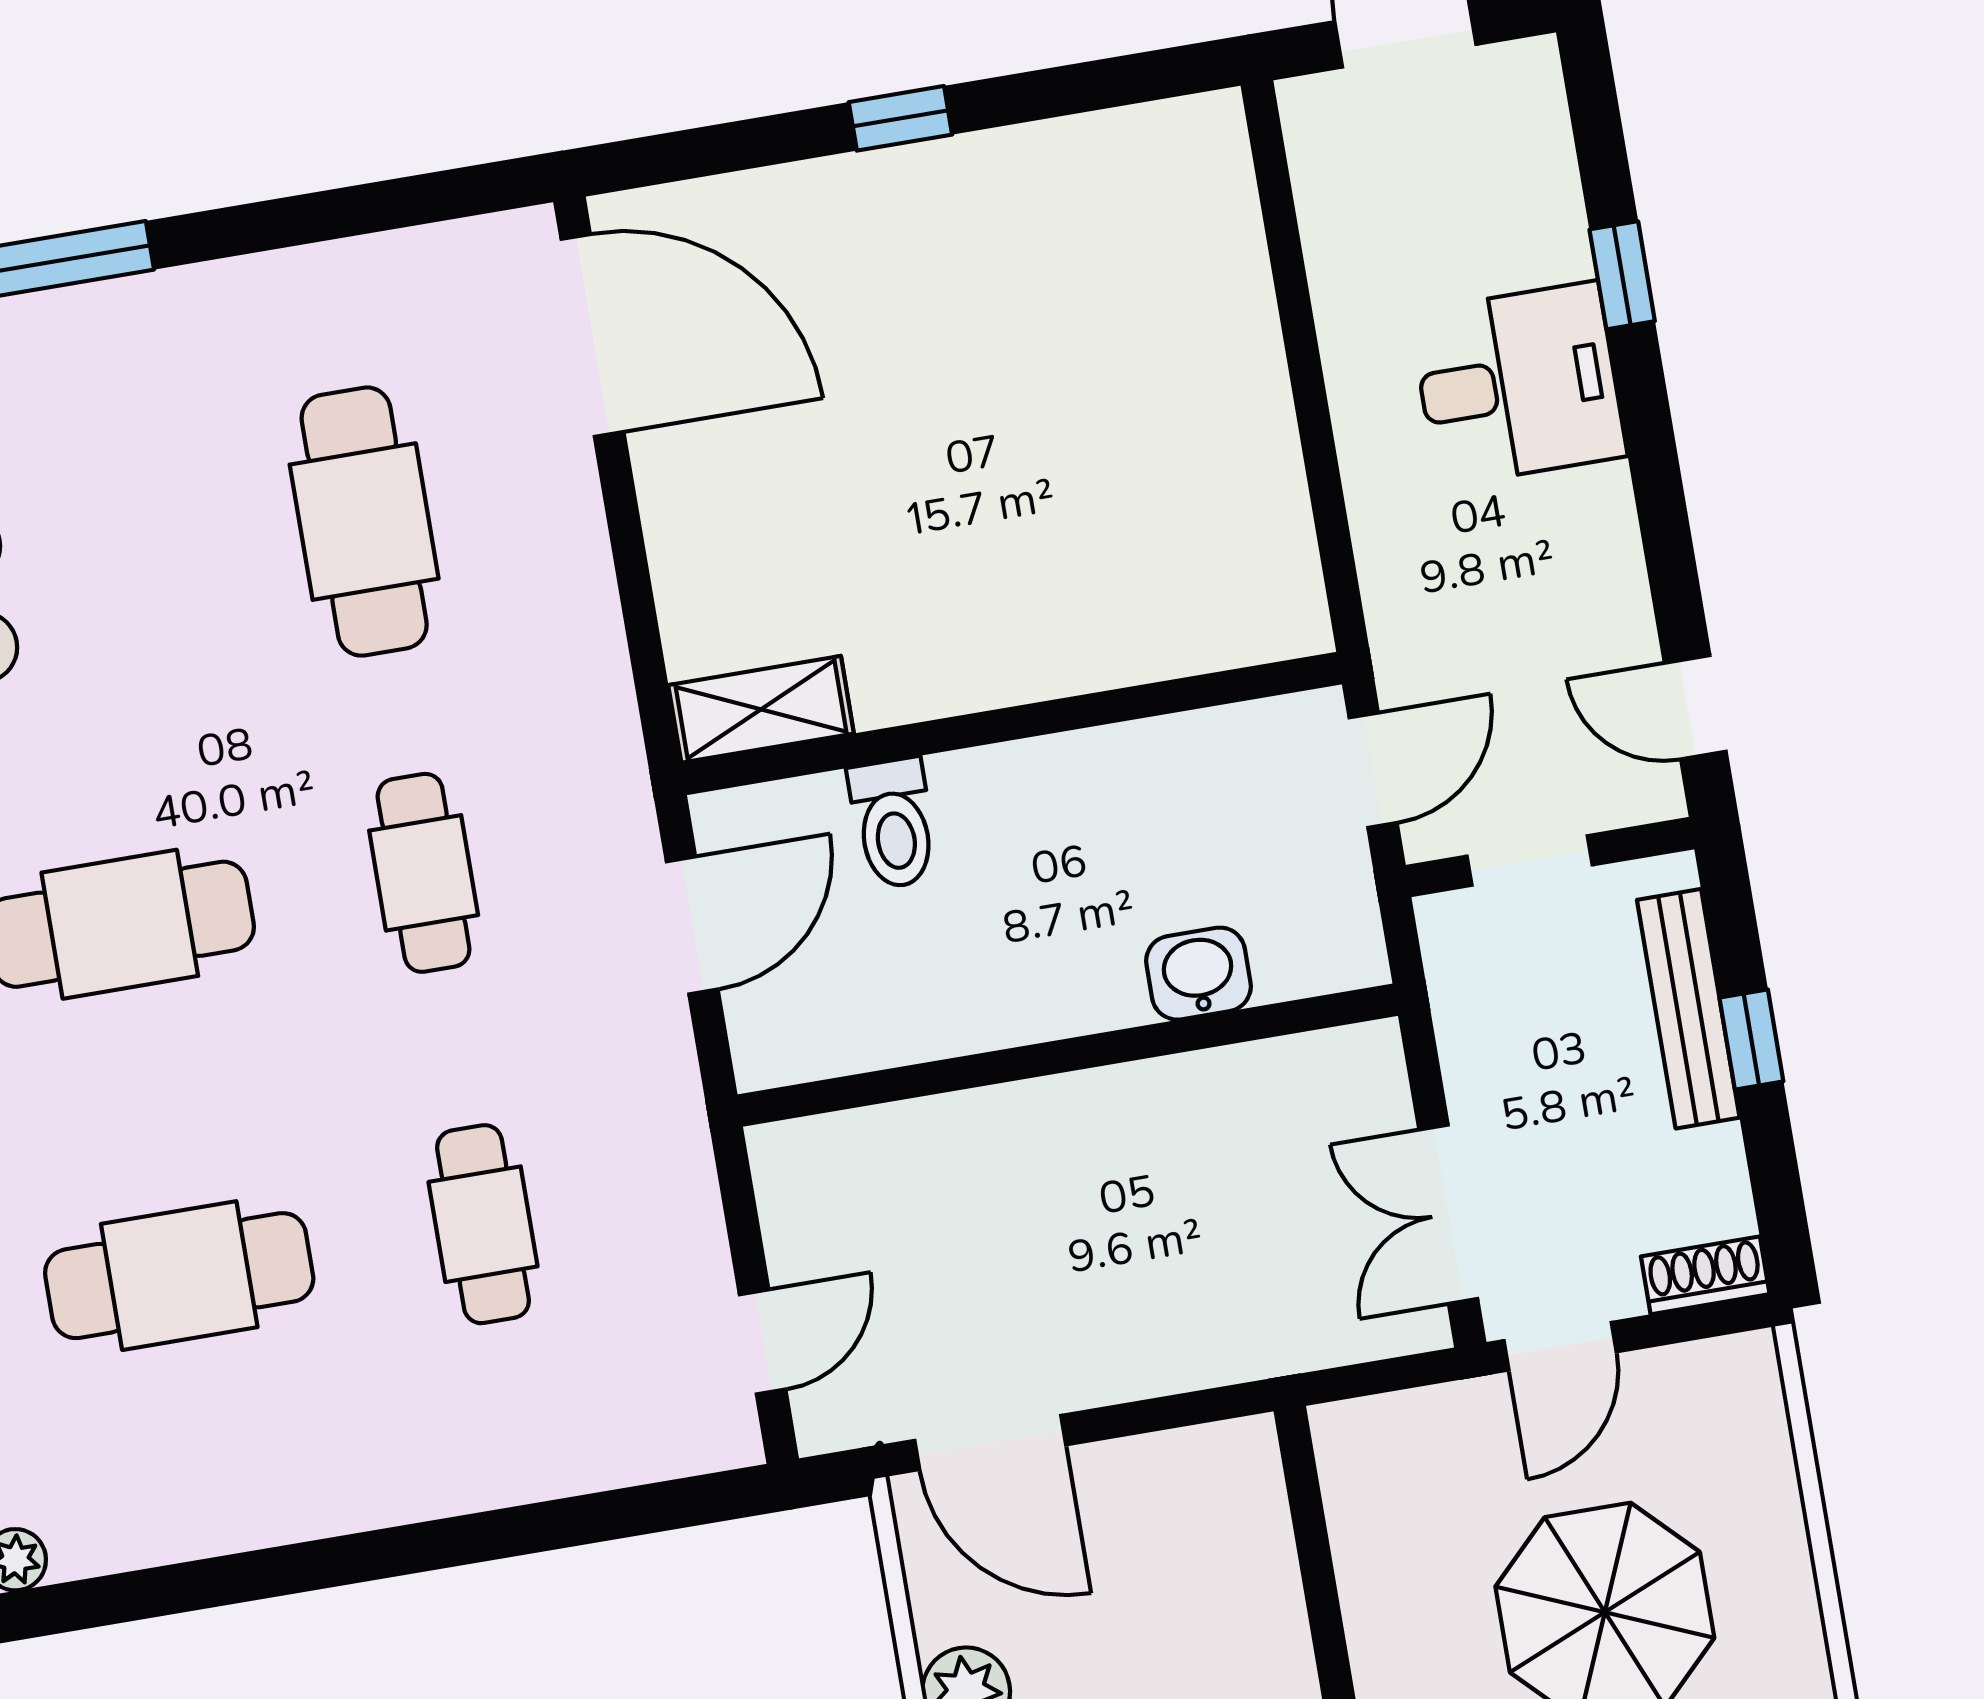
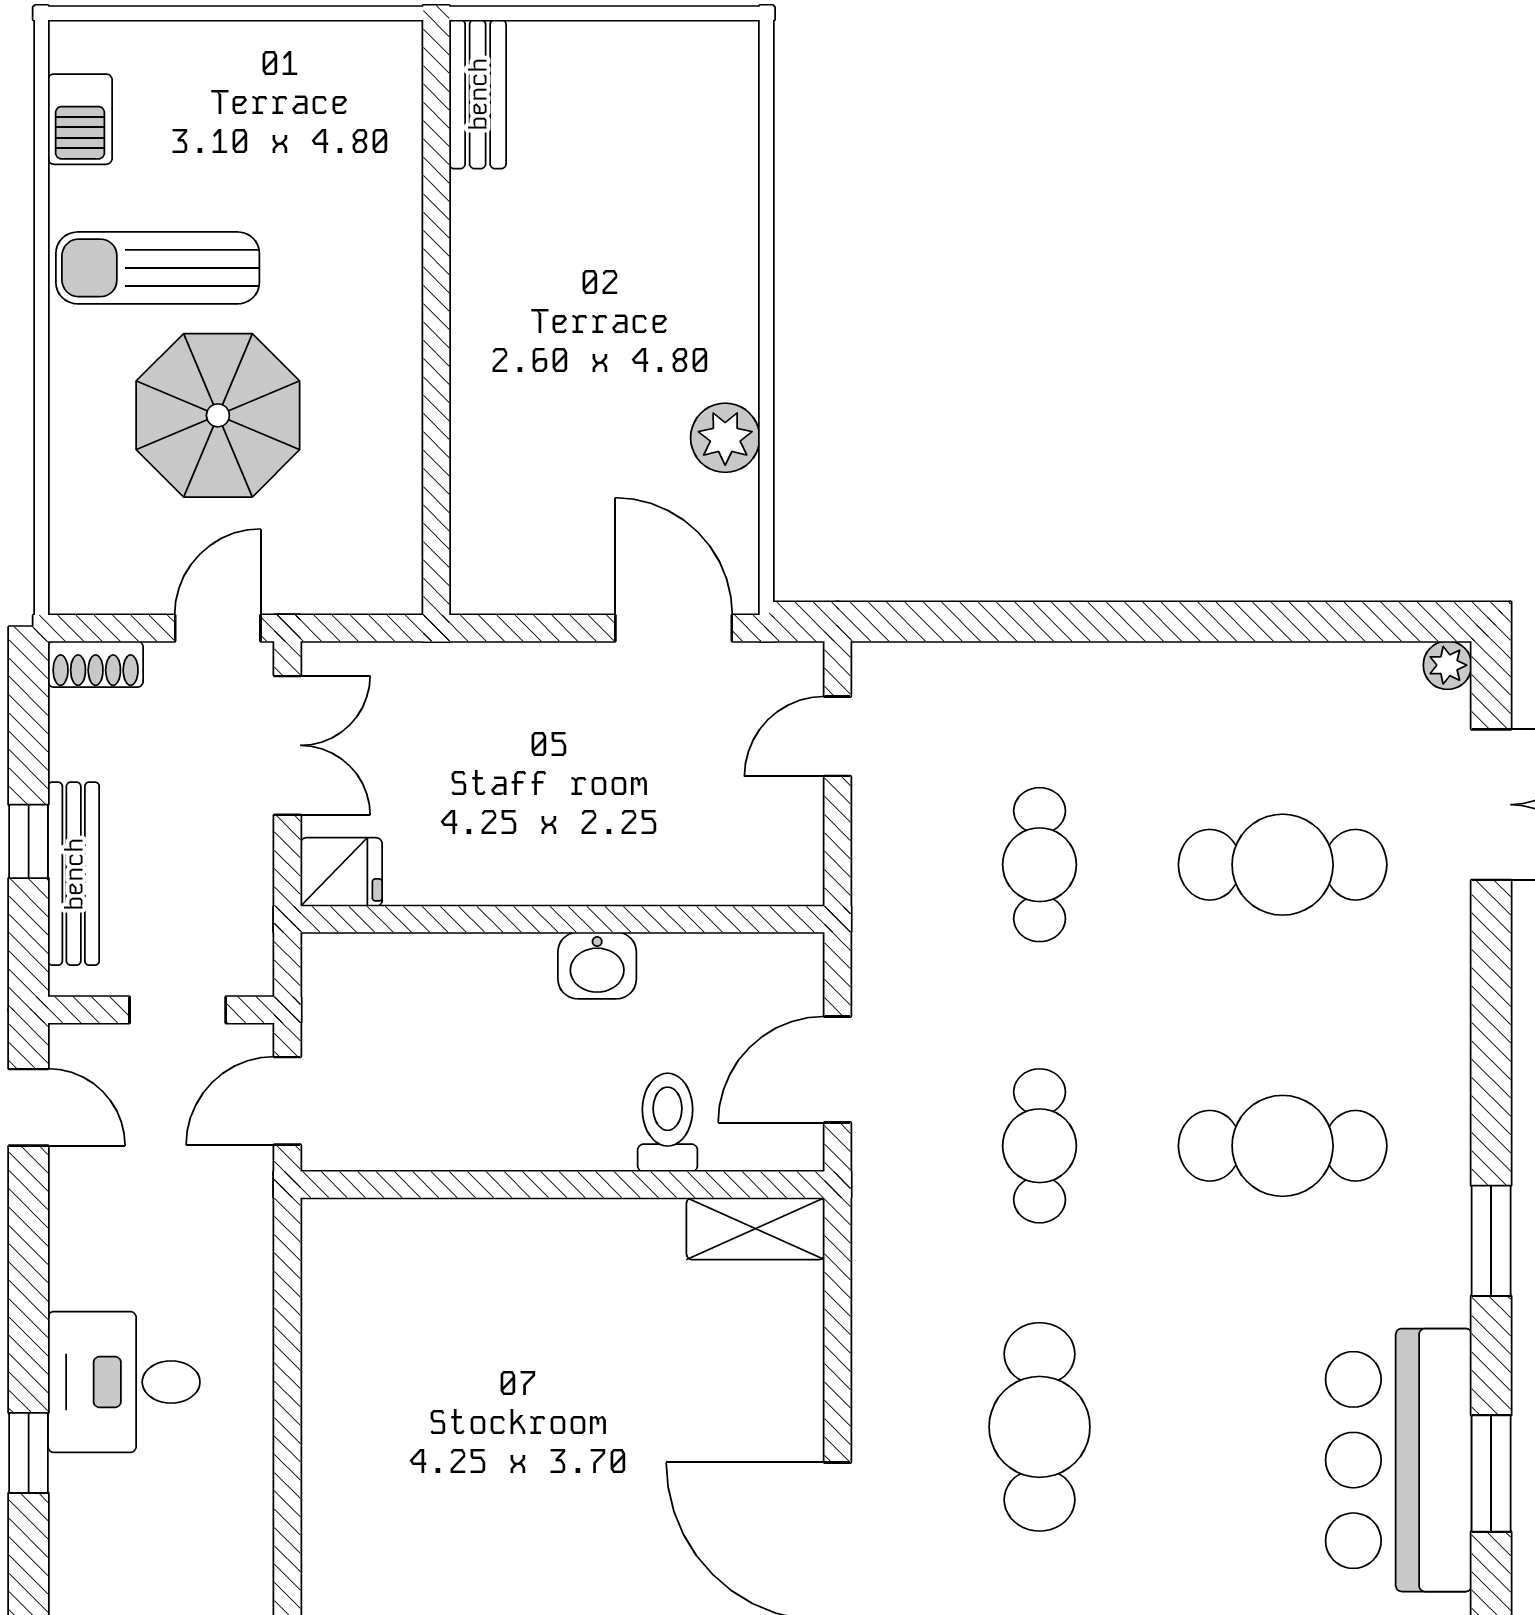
washbasin: (1199, 974) -> (597, 965), moved
fridge: (1354, 1067) -> (341, 872), added

